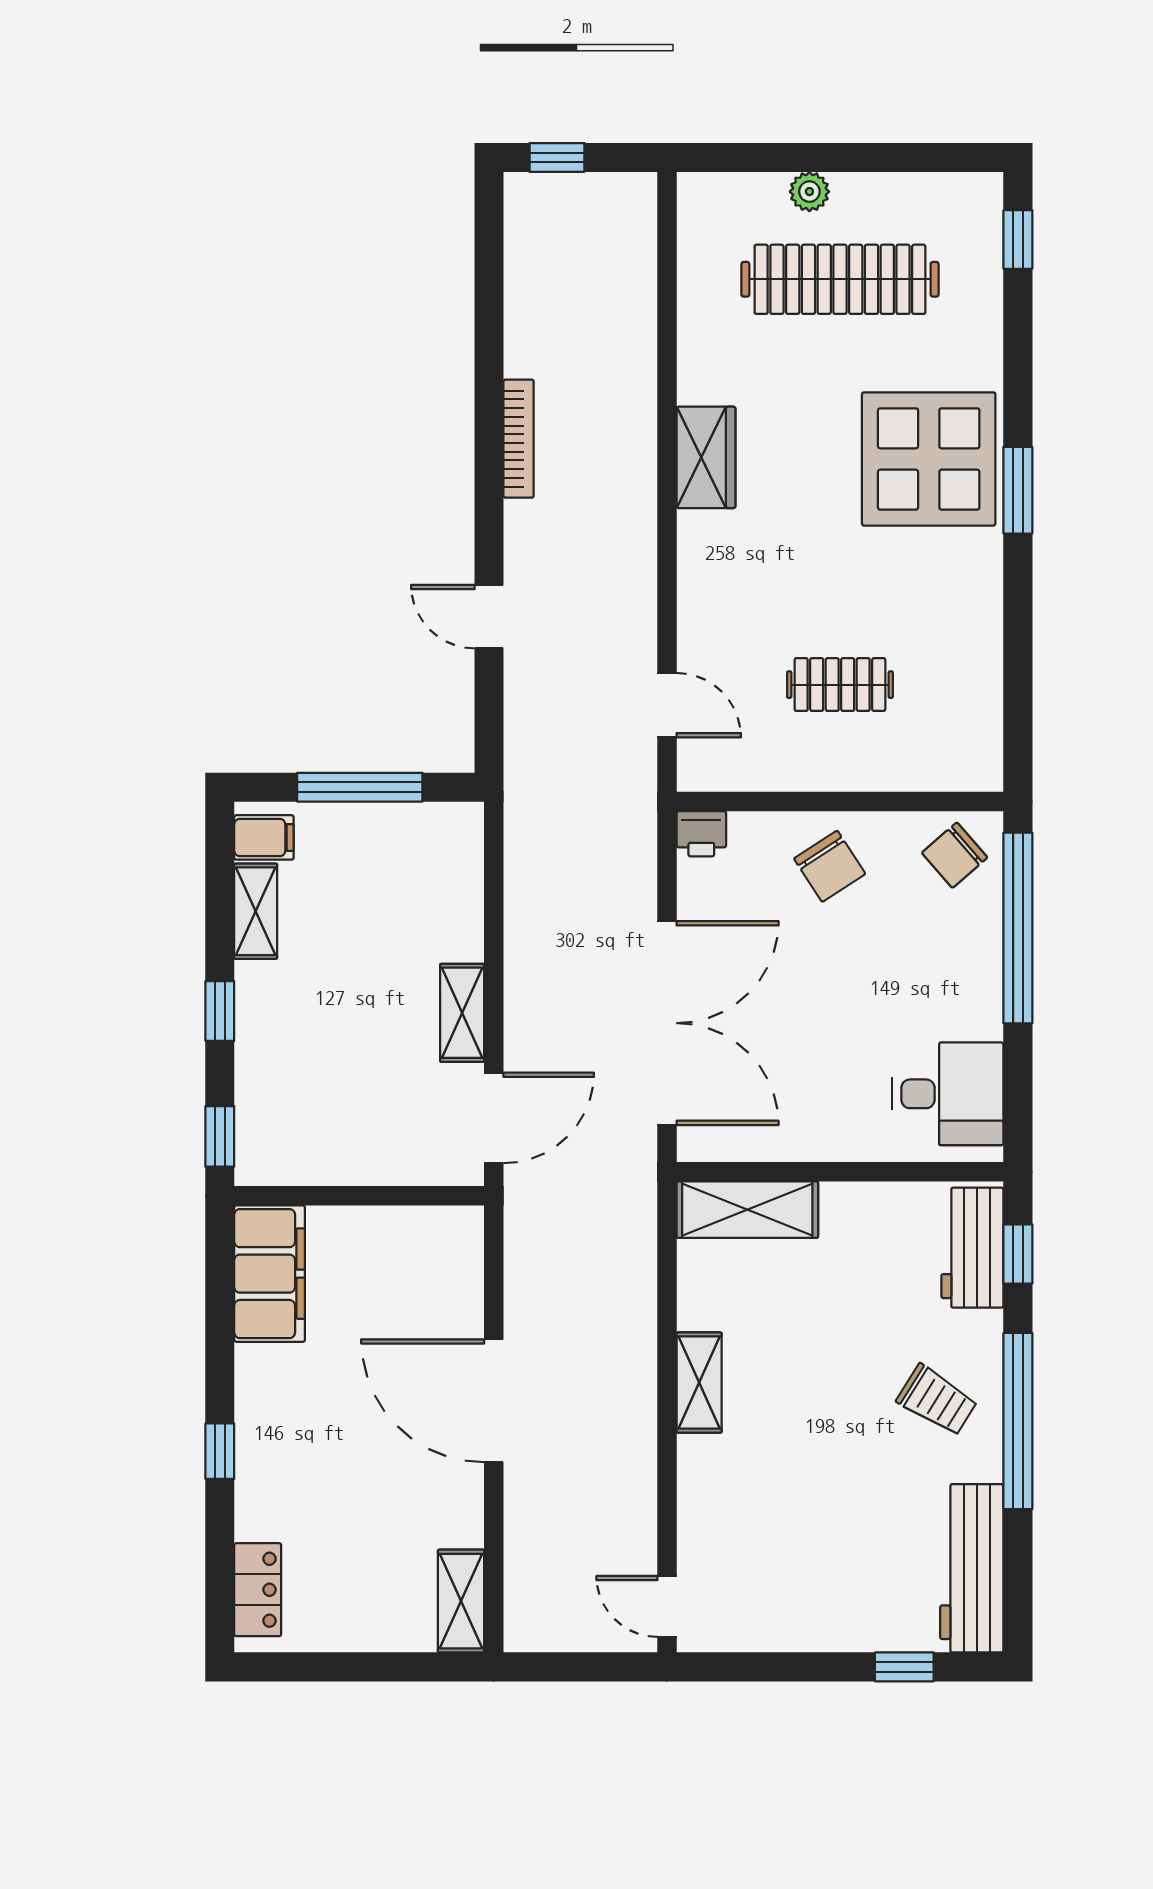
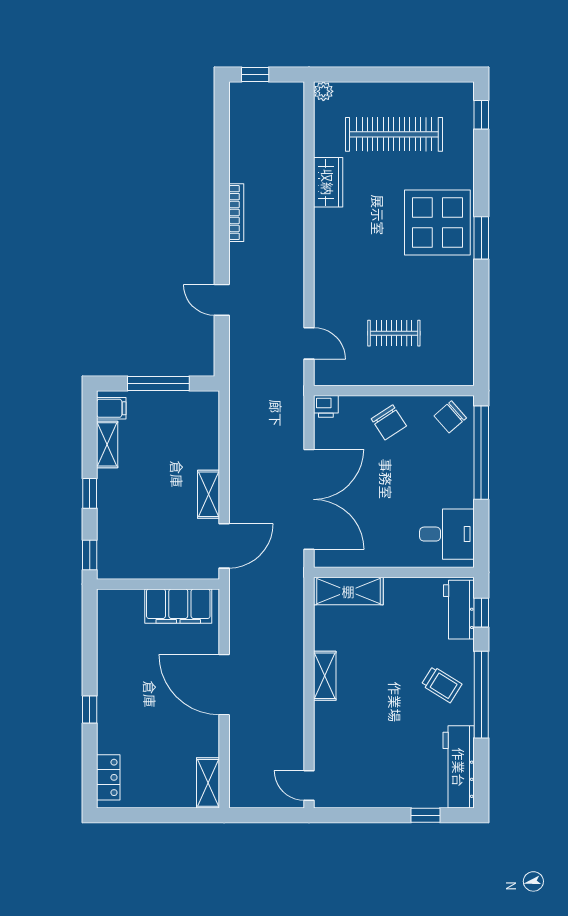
plant: (809, 192) -> (323, 91), moved
wardrobe: (706, 457) -> (328, 182), moved
filing cabinet: (270, 1274) -> (178, 606), moved, turned 90

